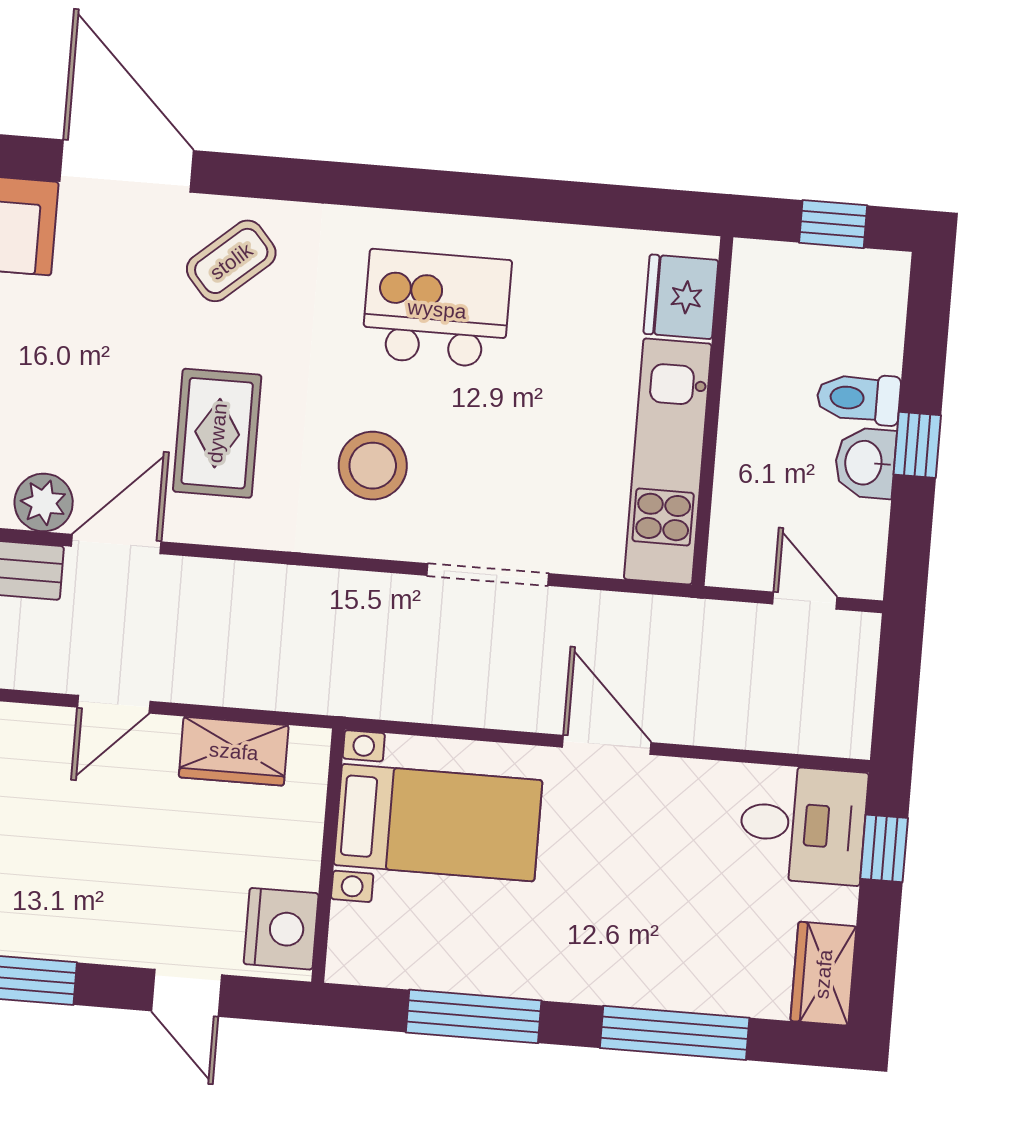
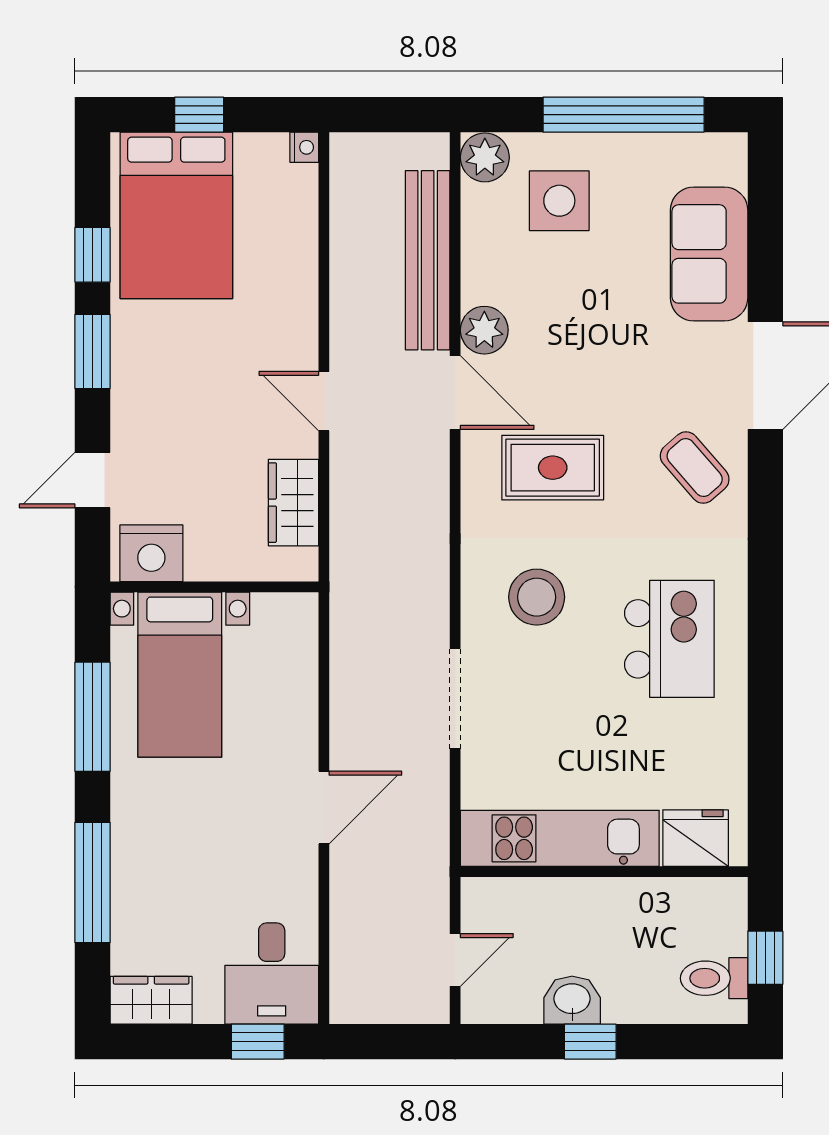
toilet: (859, 398) -> (714, 978), moved, turned -90
bed with nightstands: (438, 823) -> (180, 675), moved

